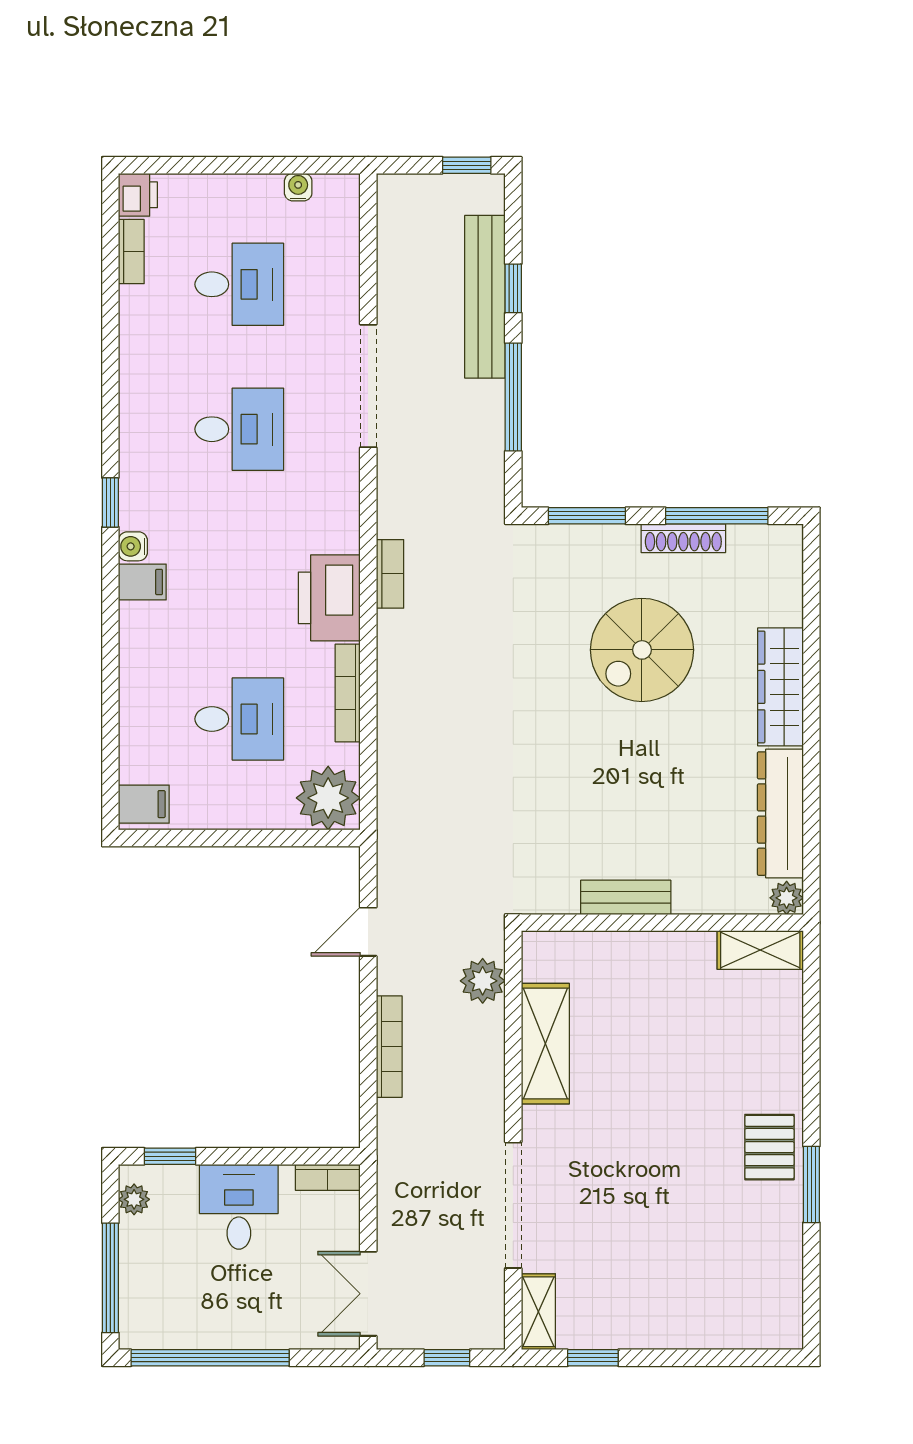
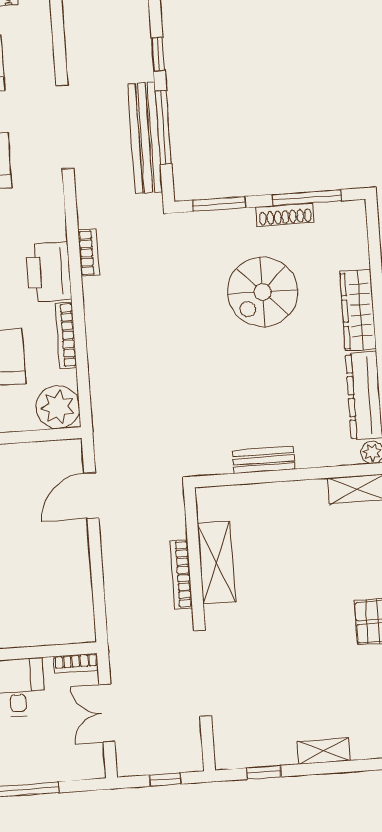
bench: (485, 297) -> (145, 138), moved
door: (368, 932) -> (91, 496), width x1.38
plant: (483, 981) -> (171, 523), removed
bookcase: (389, 1047) -> (181, 574), moved, turned 180
double door: (368, 1294) -> (107, 713), moved
shelving: (538, 1312) -> (323, 751), moved, turned 90

